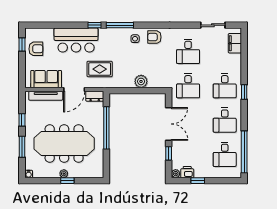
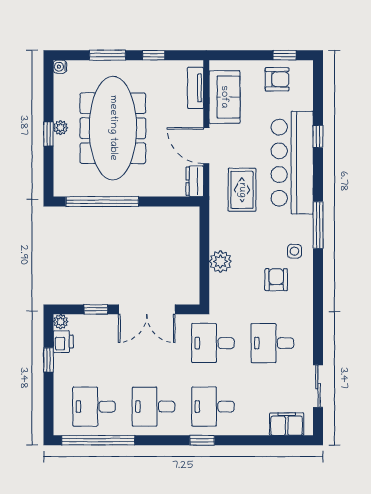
window: (94, 25) -> (318, 136), moved
armchair: (154, 37) -> (276, 280), moved
bar counter: (76, 40) -> (292, 163), width x1.36
armchair: (36, 49) -> (277, 79), turned -90
tv unit: (46, 96) -> (196, 88), width x0.71
window: (106, 128) -> (102, 202), moved

